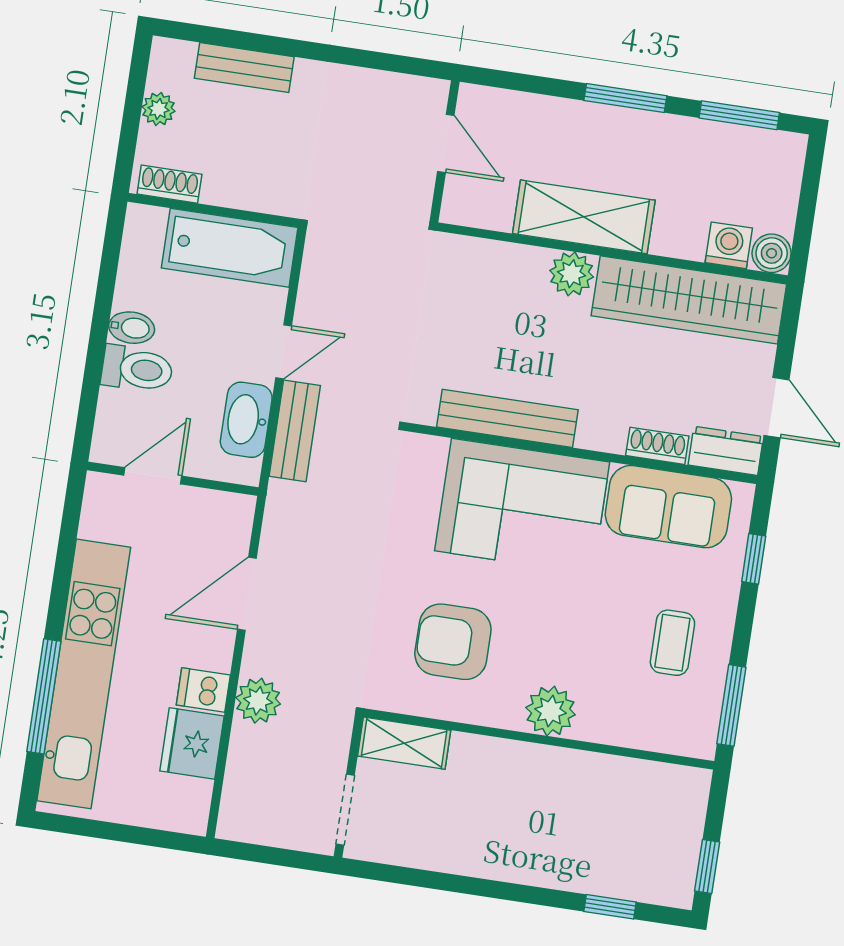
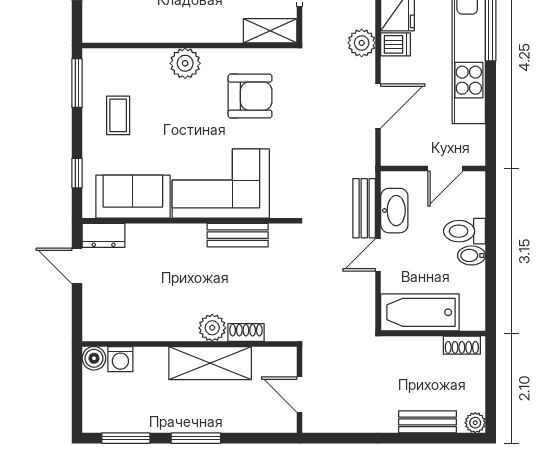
plant: (159, 109) -> (475, 423), moved
wardrobe: (689, 300) -> (139, 323), removed
bench: (507, 418) -> (238, 235), width x0.73
shoe rack: (657, 446) -> (246, 332), moved, turned 180

